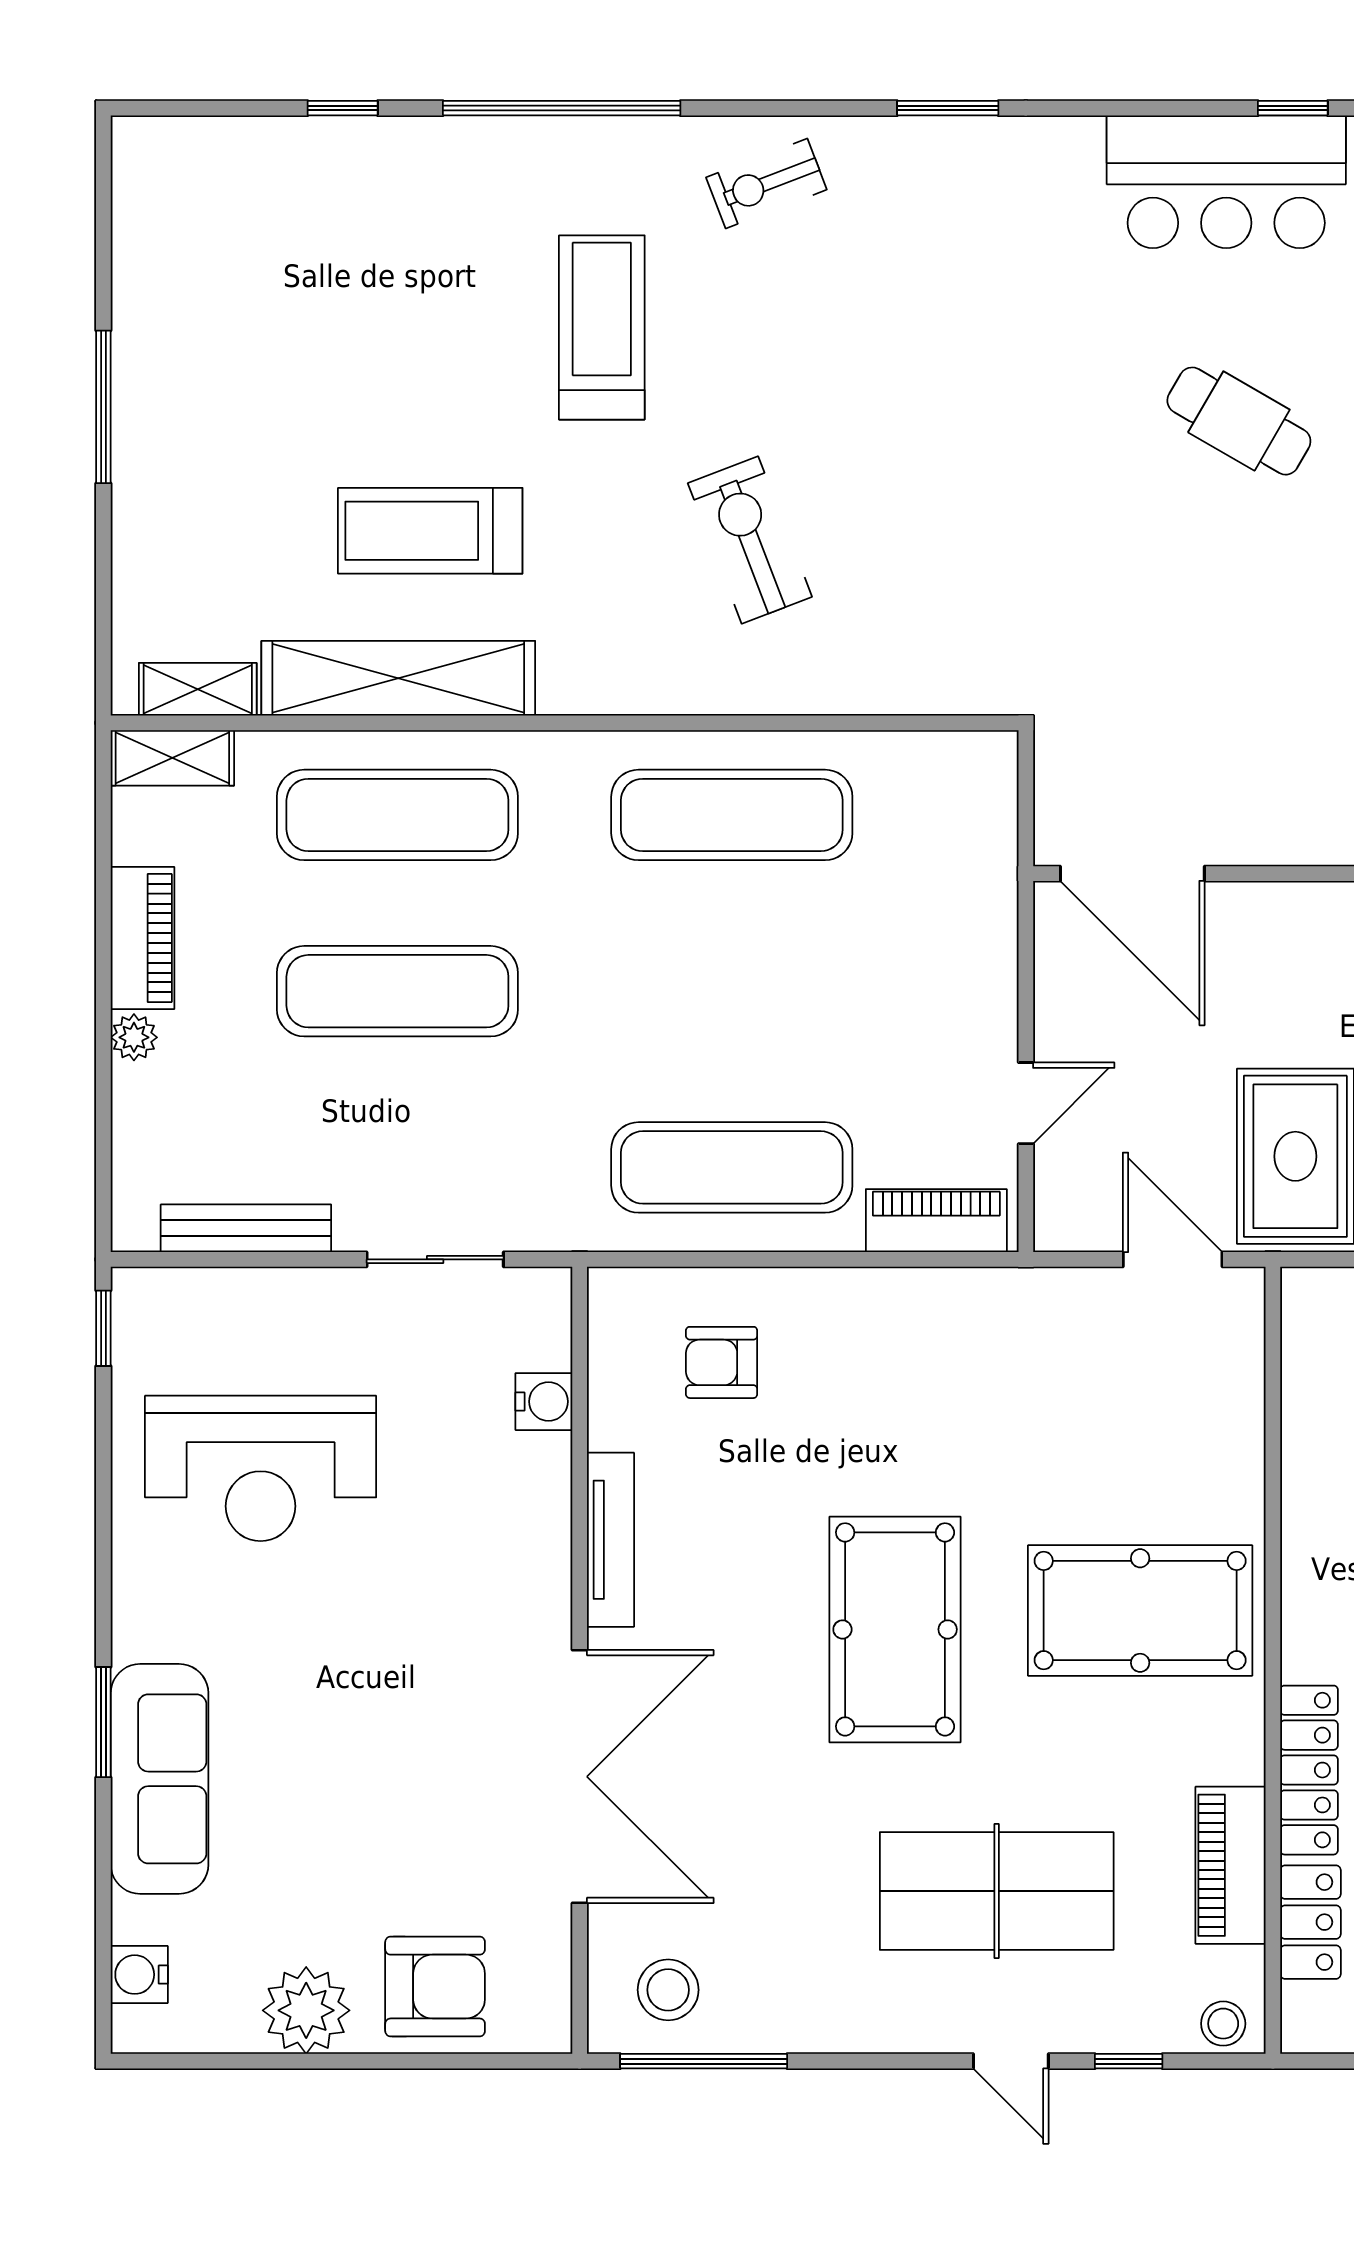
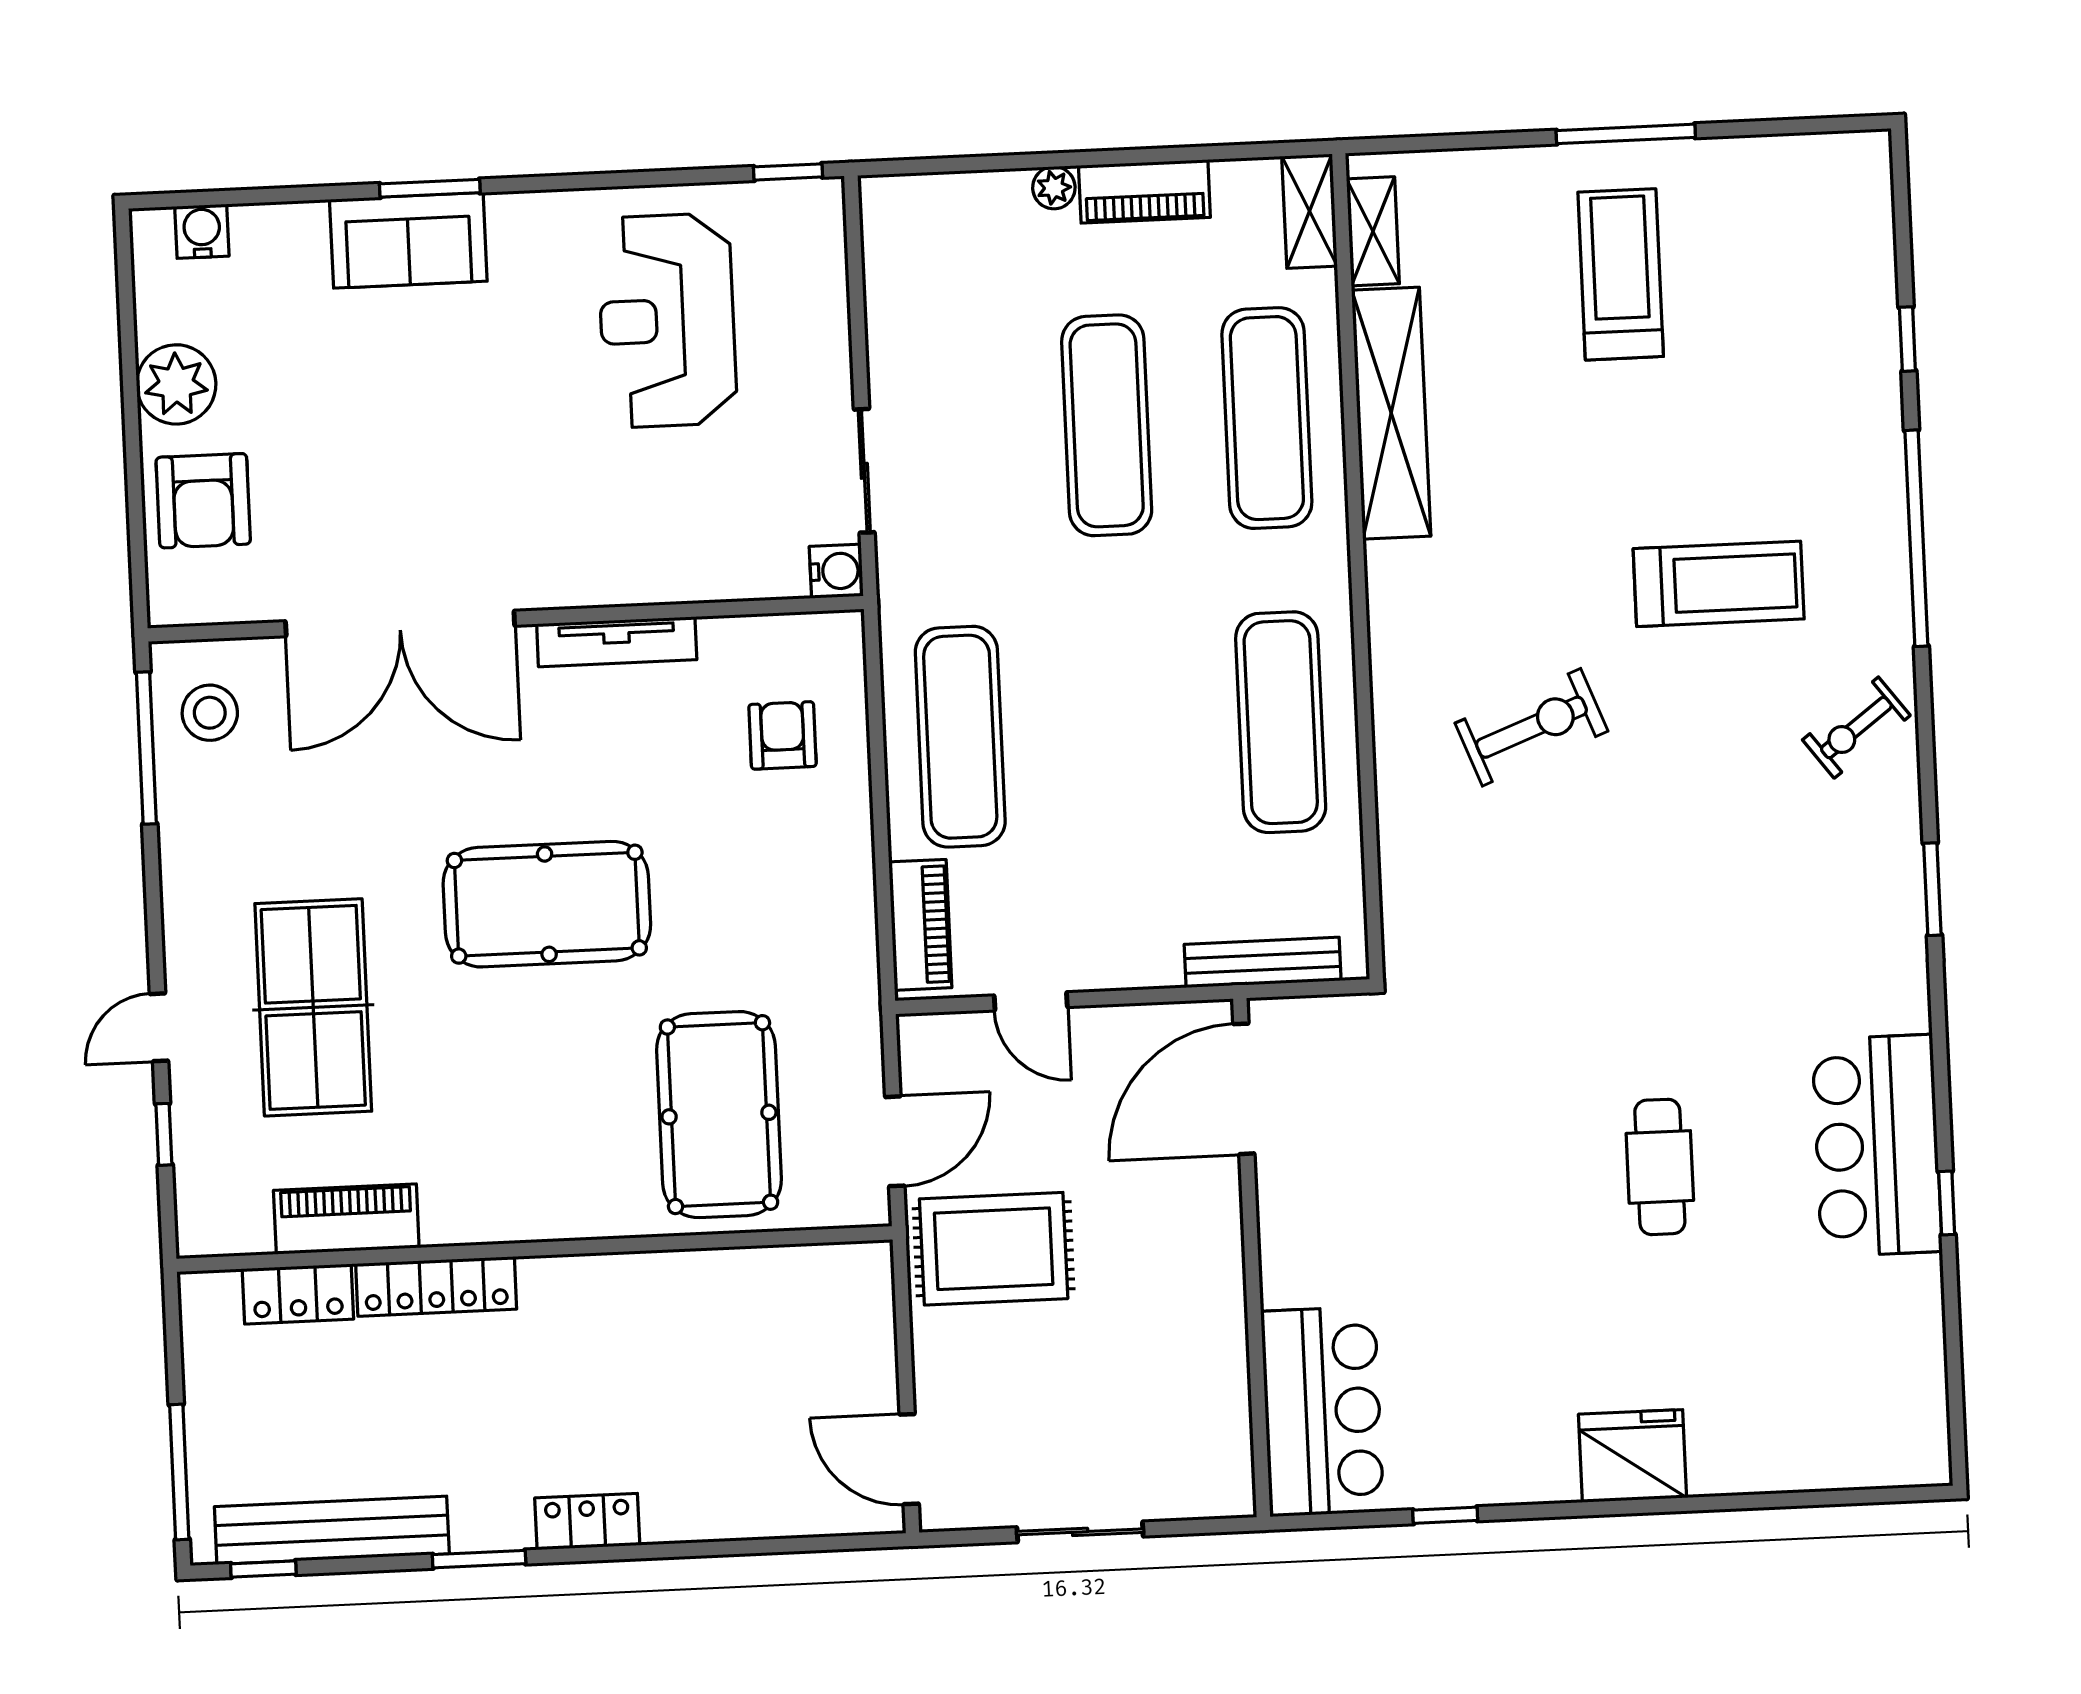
exercise bike: (766, 183) -> (1856, 728), turned -106
cafe table: (1239, 421) -> (1660, 1167), turned -30
treadmill: (430, 531) -> (1621, 274), moved
bench: (246, 1228) -> (1263, 962), moved, turned 90
water cooler: (544, 1402) -> (836, 571), moved, turned -90
pool table: (1140, 1611) -> (719, 1115), moved
sofa: (160, 1779) -> (408, 240), width x0.73
stool: (1223, 2024) -> (202, 1219), removed

